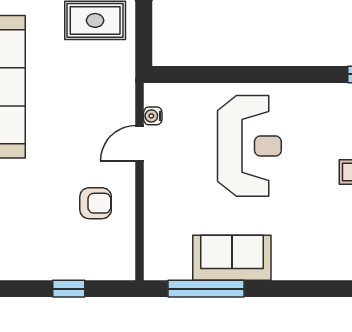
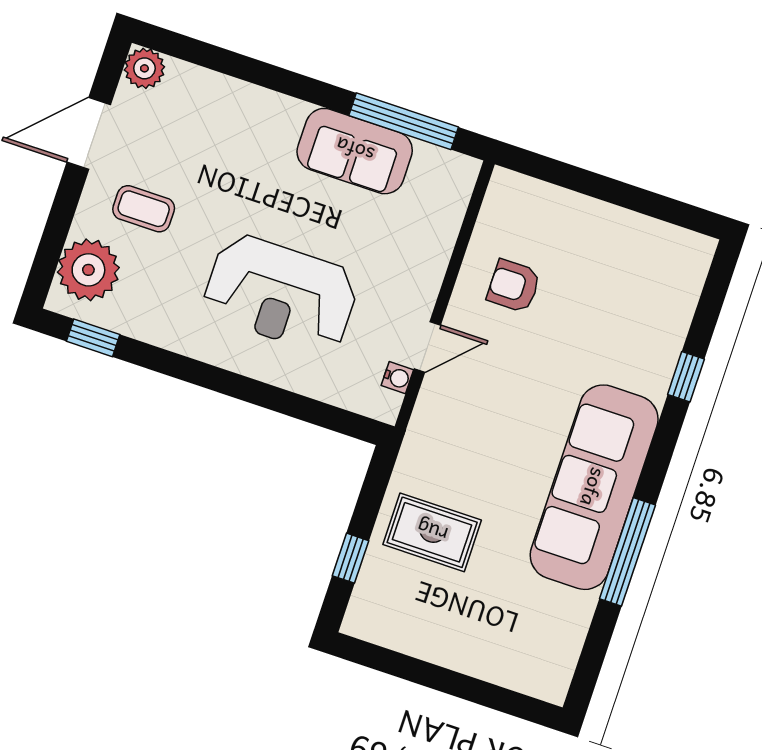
reception desk: (249, 146) -> (281, 294), turned -90
window: (69, 289) -> (588, 183), removed

